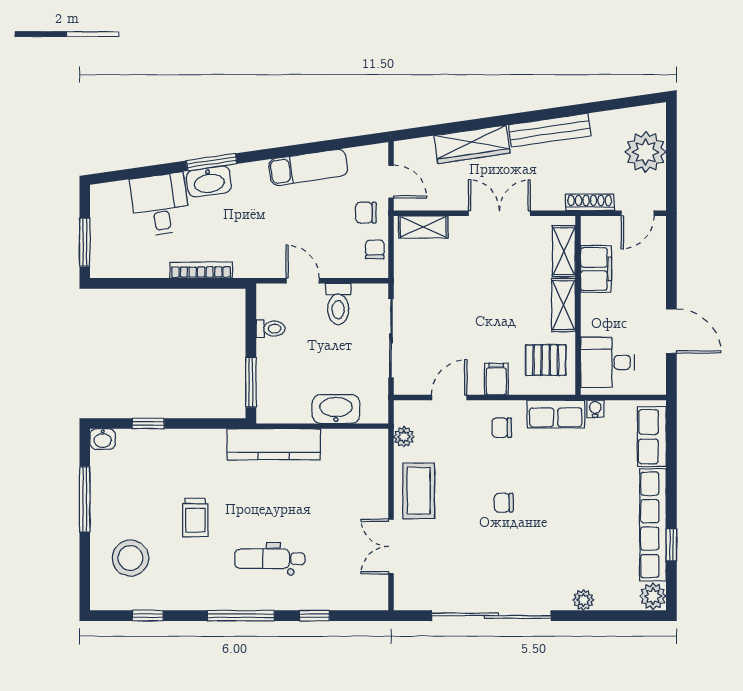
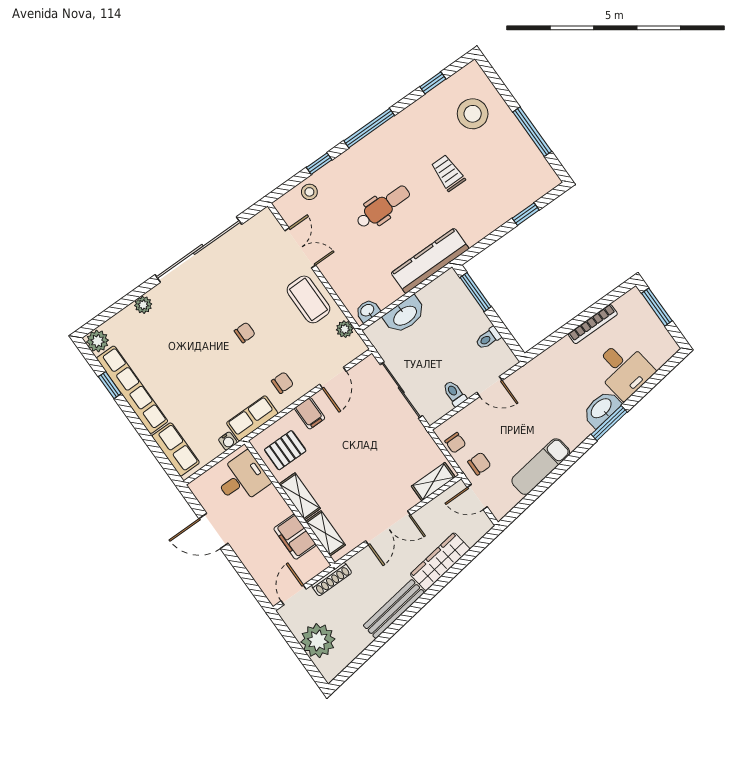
bookcase: (201, 270) -> (593, 324), moved
toilet: (338, 304) -> (454, 393), width x0.73, depth x0.72
washbasin: (103, 439) -> (368, 311), moved
dental chair: (270, 559) -> (383, 207), moved
stool: (343, 595) -> (309, 192), added

